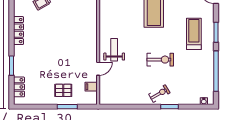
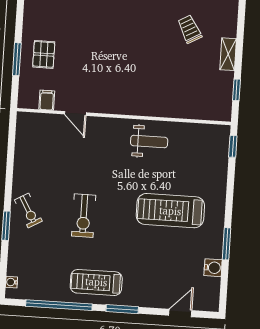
treadmill: (194, 34) -> (96, 282), moved, turned 180
weight bench: (114, 50) -> (149, 142), moved

